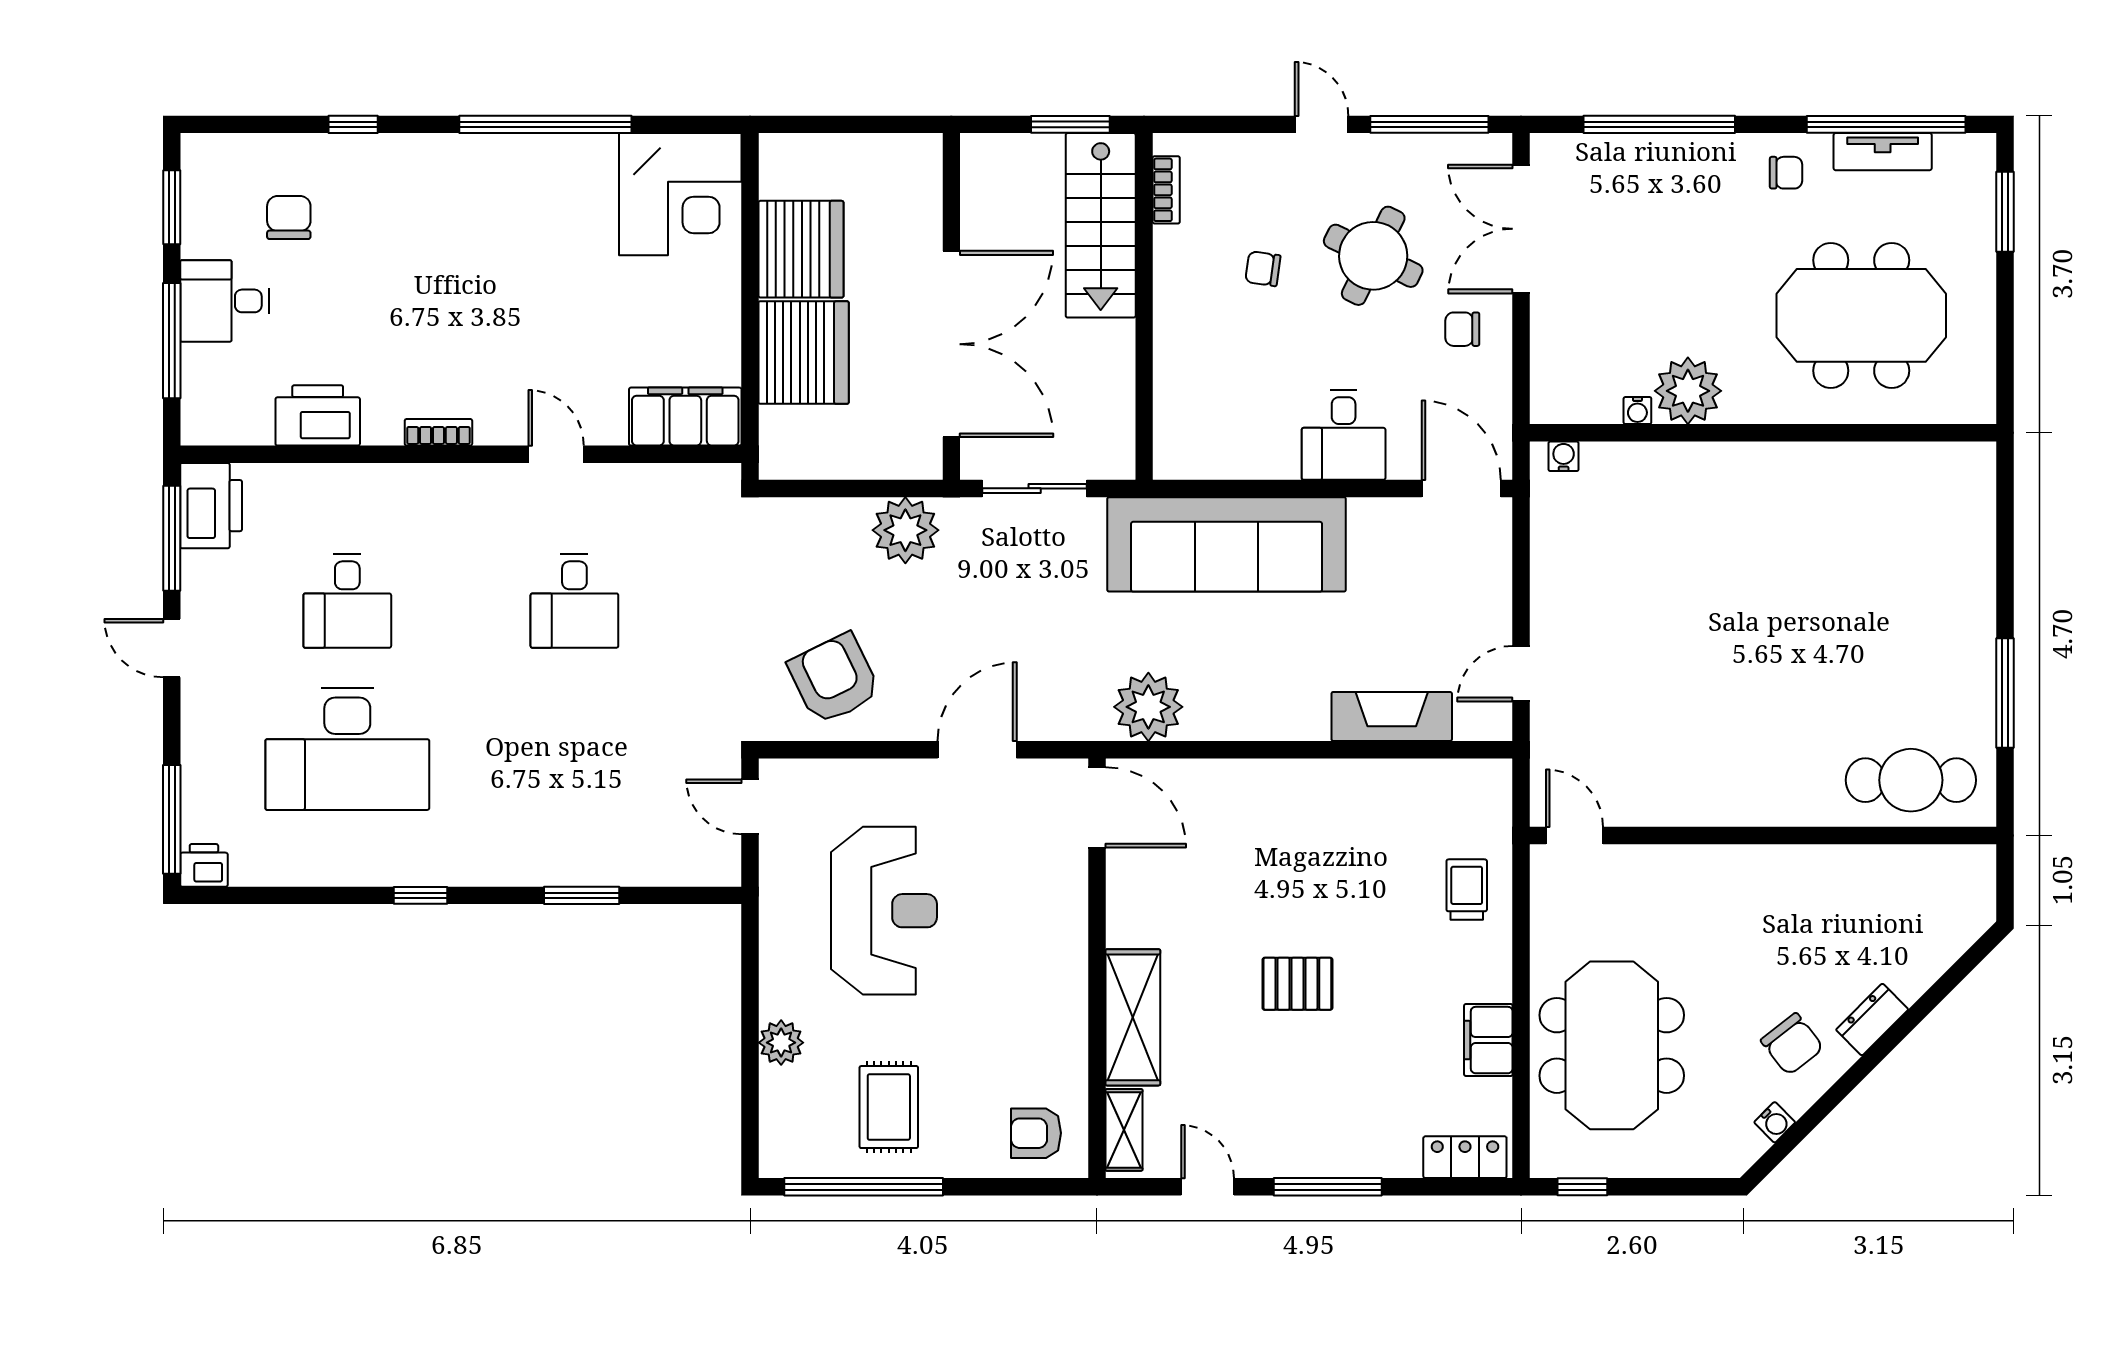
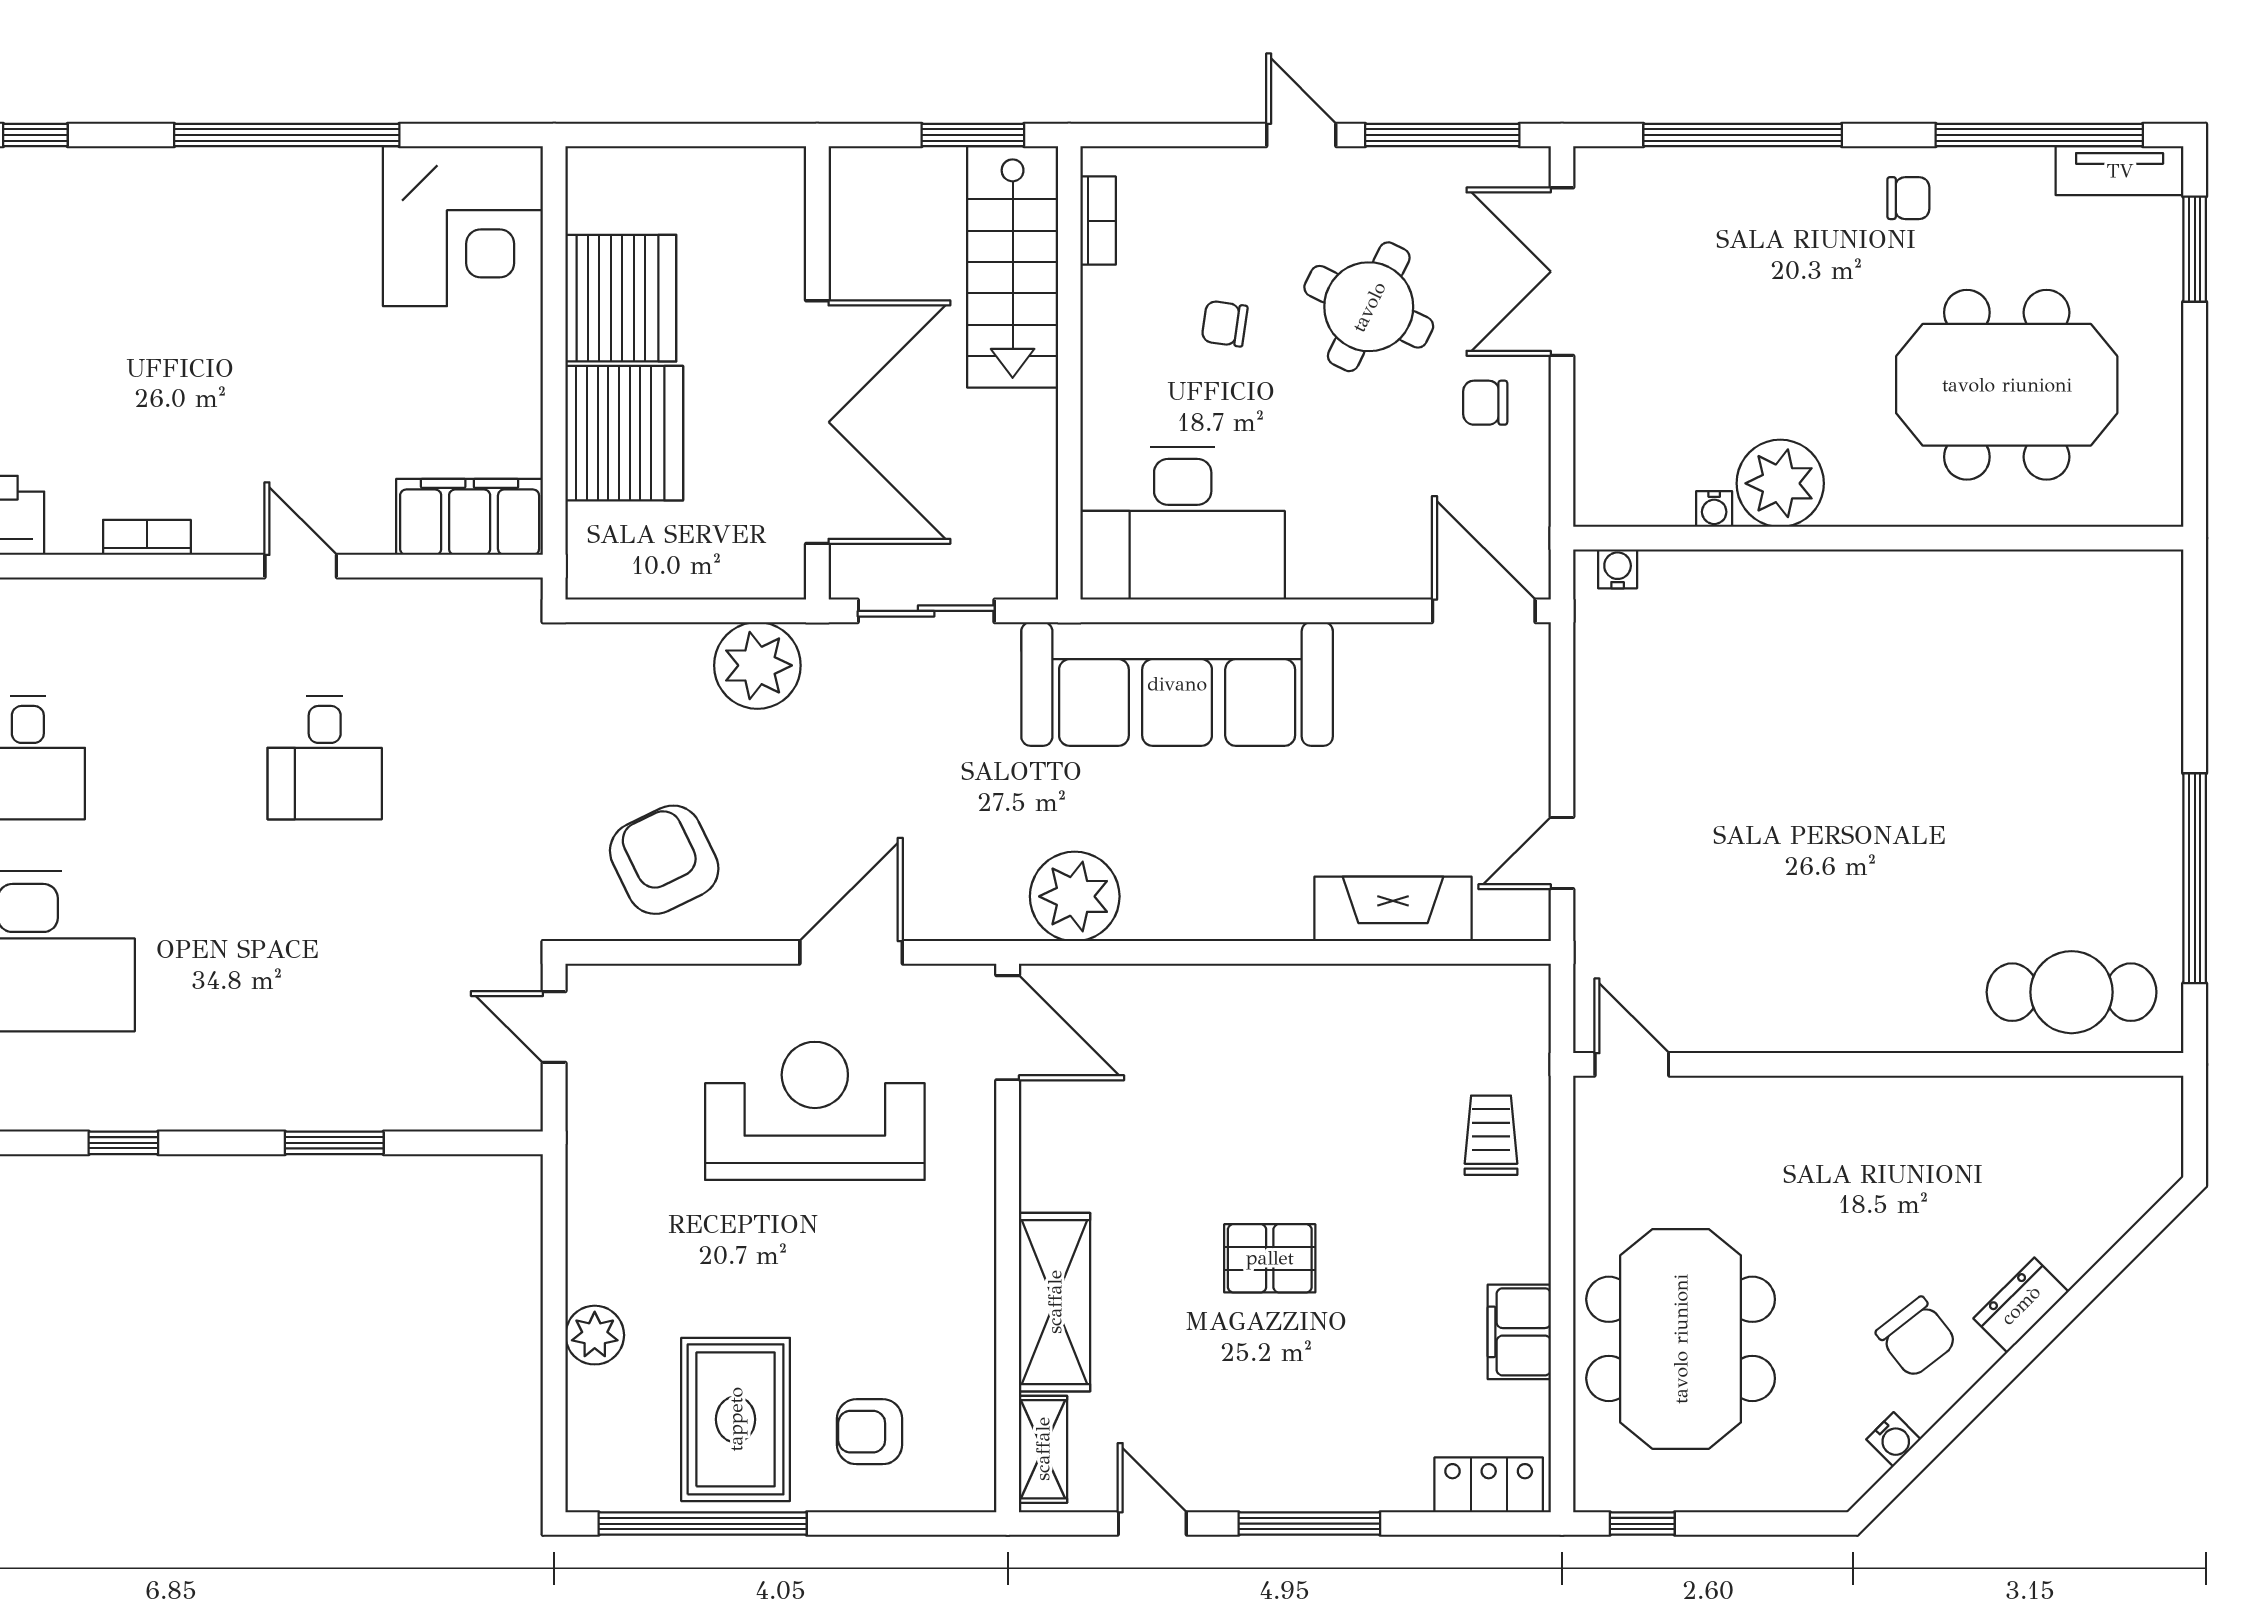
tv unit: (1883, 152) -> (2120, 171), moved
desk: (1344, 435) -> (1183, 523), moved, width x1.87, depth x1.30
window: (2005, 693) -> (2195, 878), width x1.46
reception desk: (884, 911) -> (815, 1111), moved, turned -90
rug: (889, 1107) -> (736, 1419), width x1.36, depth x1.43
armchair: (1036, 1133) -> (869, 1432), moved

